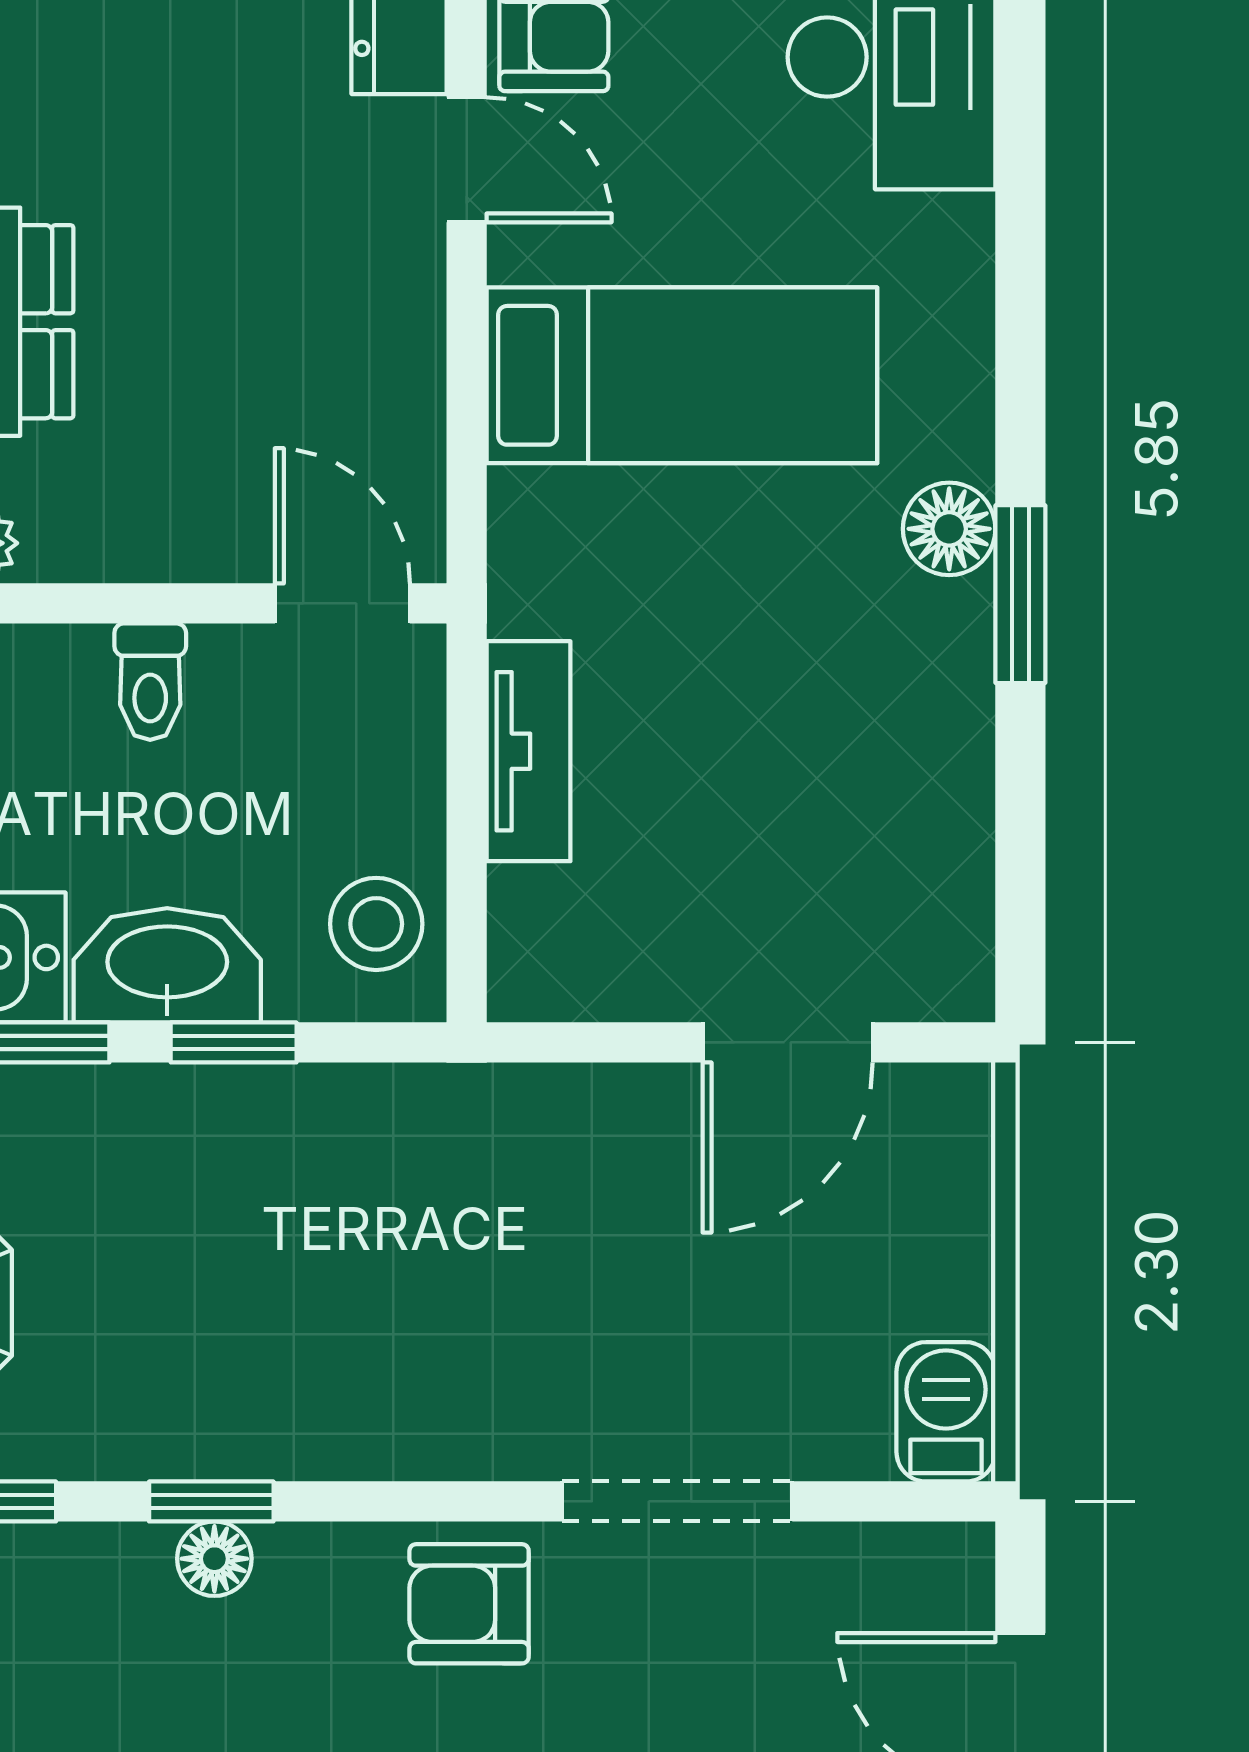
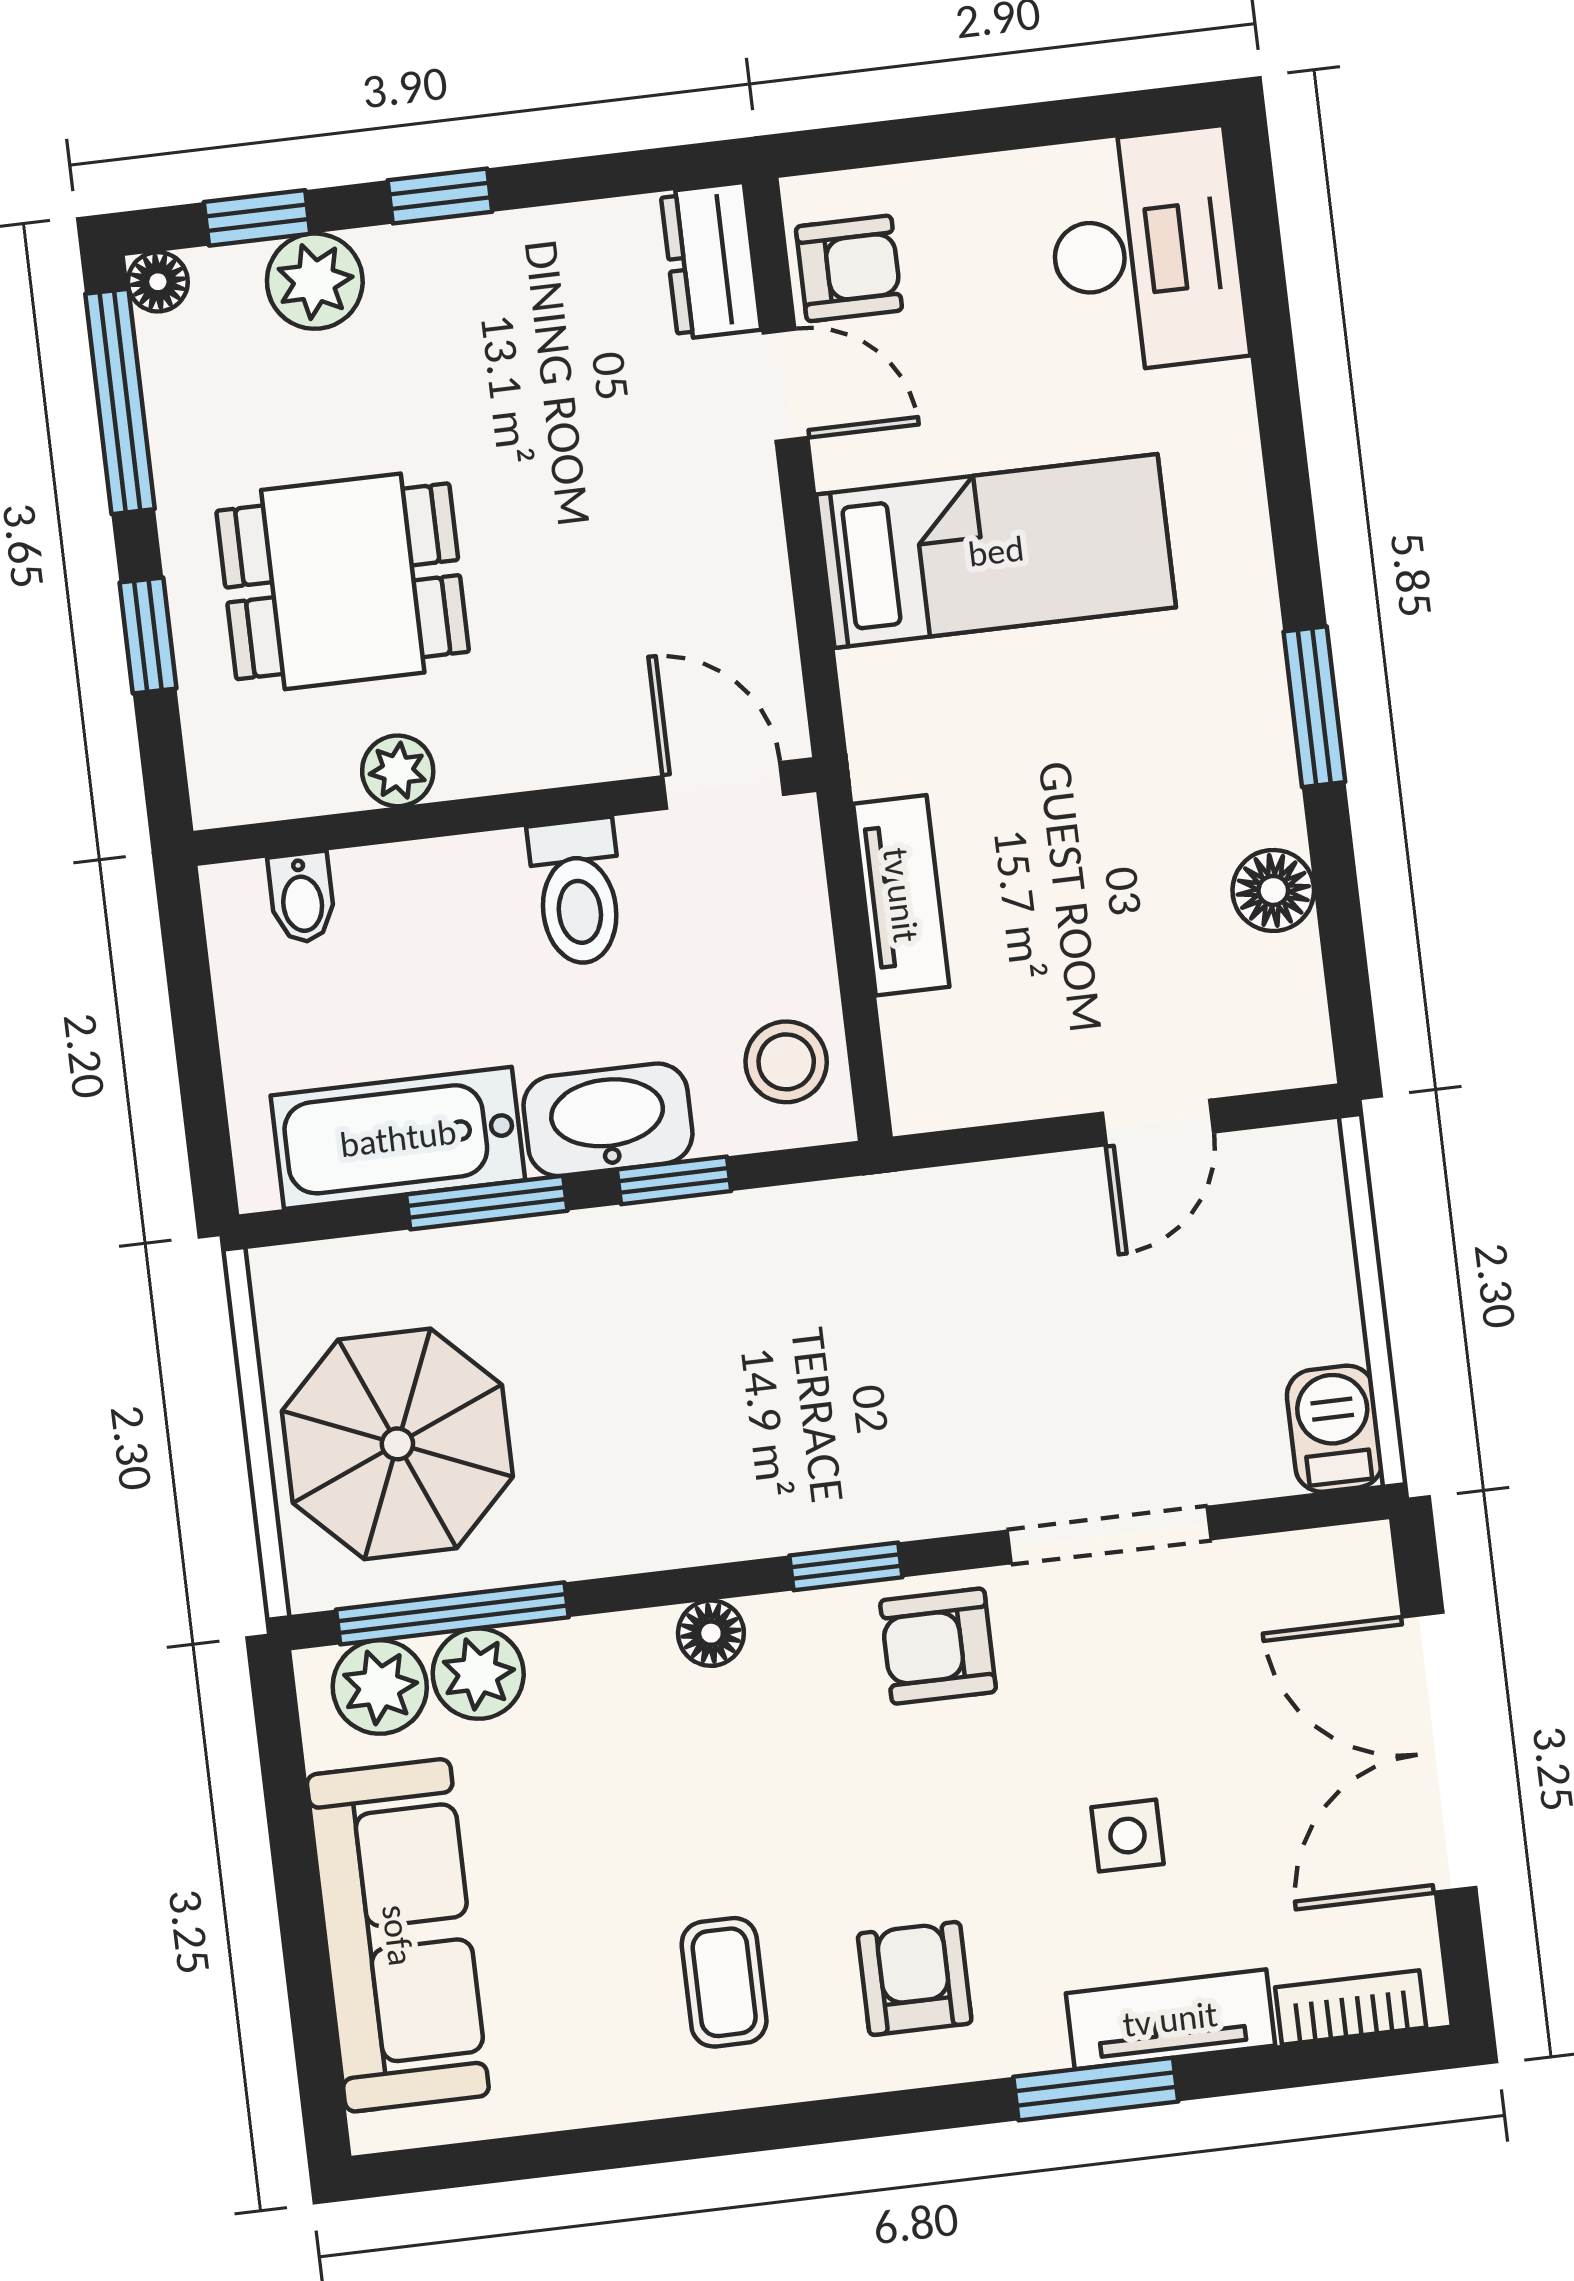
floor lamp: (949, 529) -> (1273, 890), moved
toilet: (150, 682) -> (577, 892), width x1.37, depth x1.39
door: (788, 1042) -> (1158, 1123), width x0.73
window: (211, 1501) -> (846, 1566), moved

